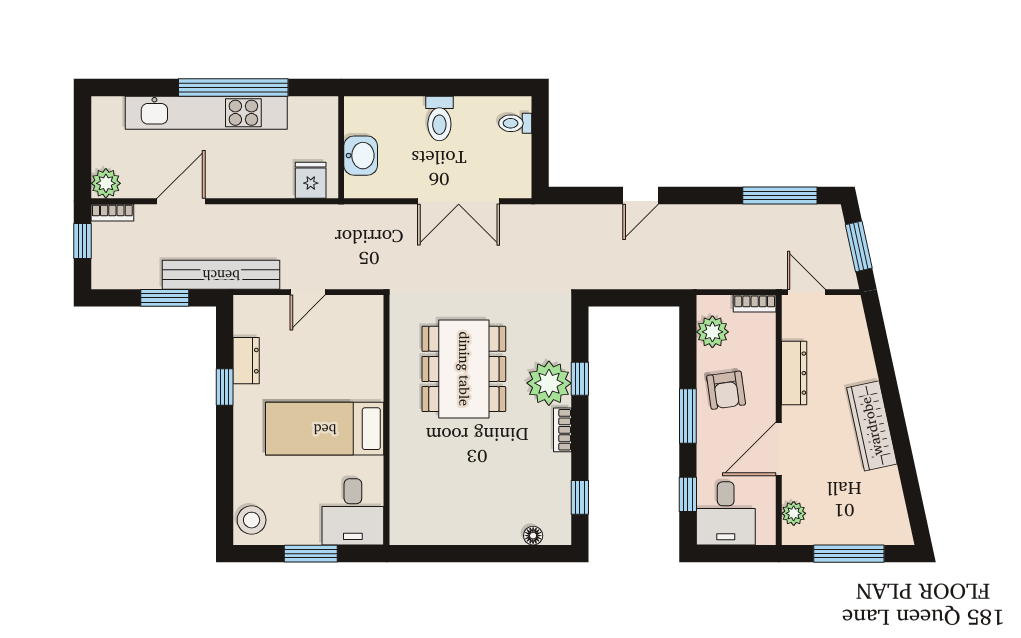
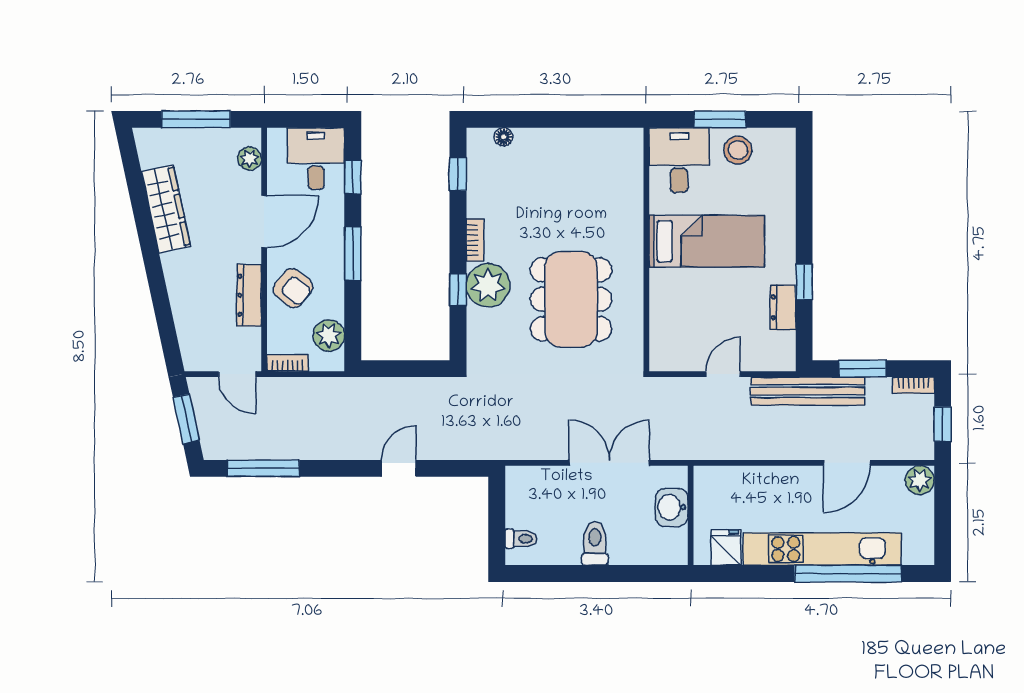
window: (233, 87) -> (848, 574), moved
fridge: (311, 180) -> (726, 548), moved, turned 180
double door: (459, 201) -> (609, 463), moved
bookcase: (112, 213) -> (914, 385), moved, turned 180
armchair: (726, 390) -> (293, 288), moved, turned 137
wardrobe: (872, 426) -> (166, 209), moved
stool: (252, 520) -> (738, 150), moved

